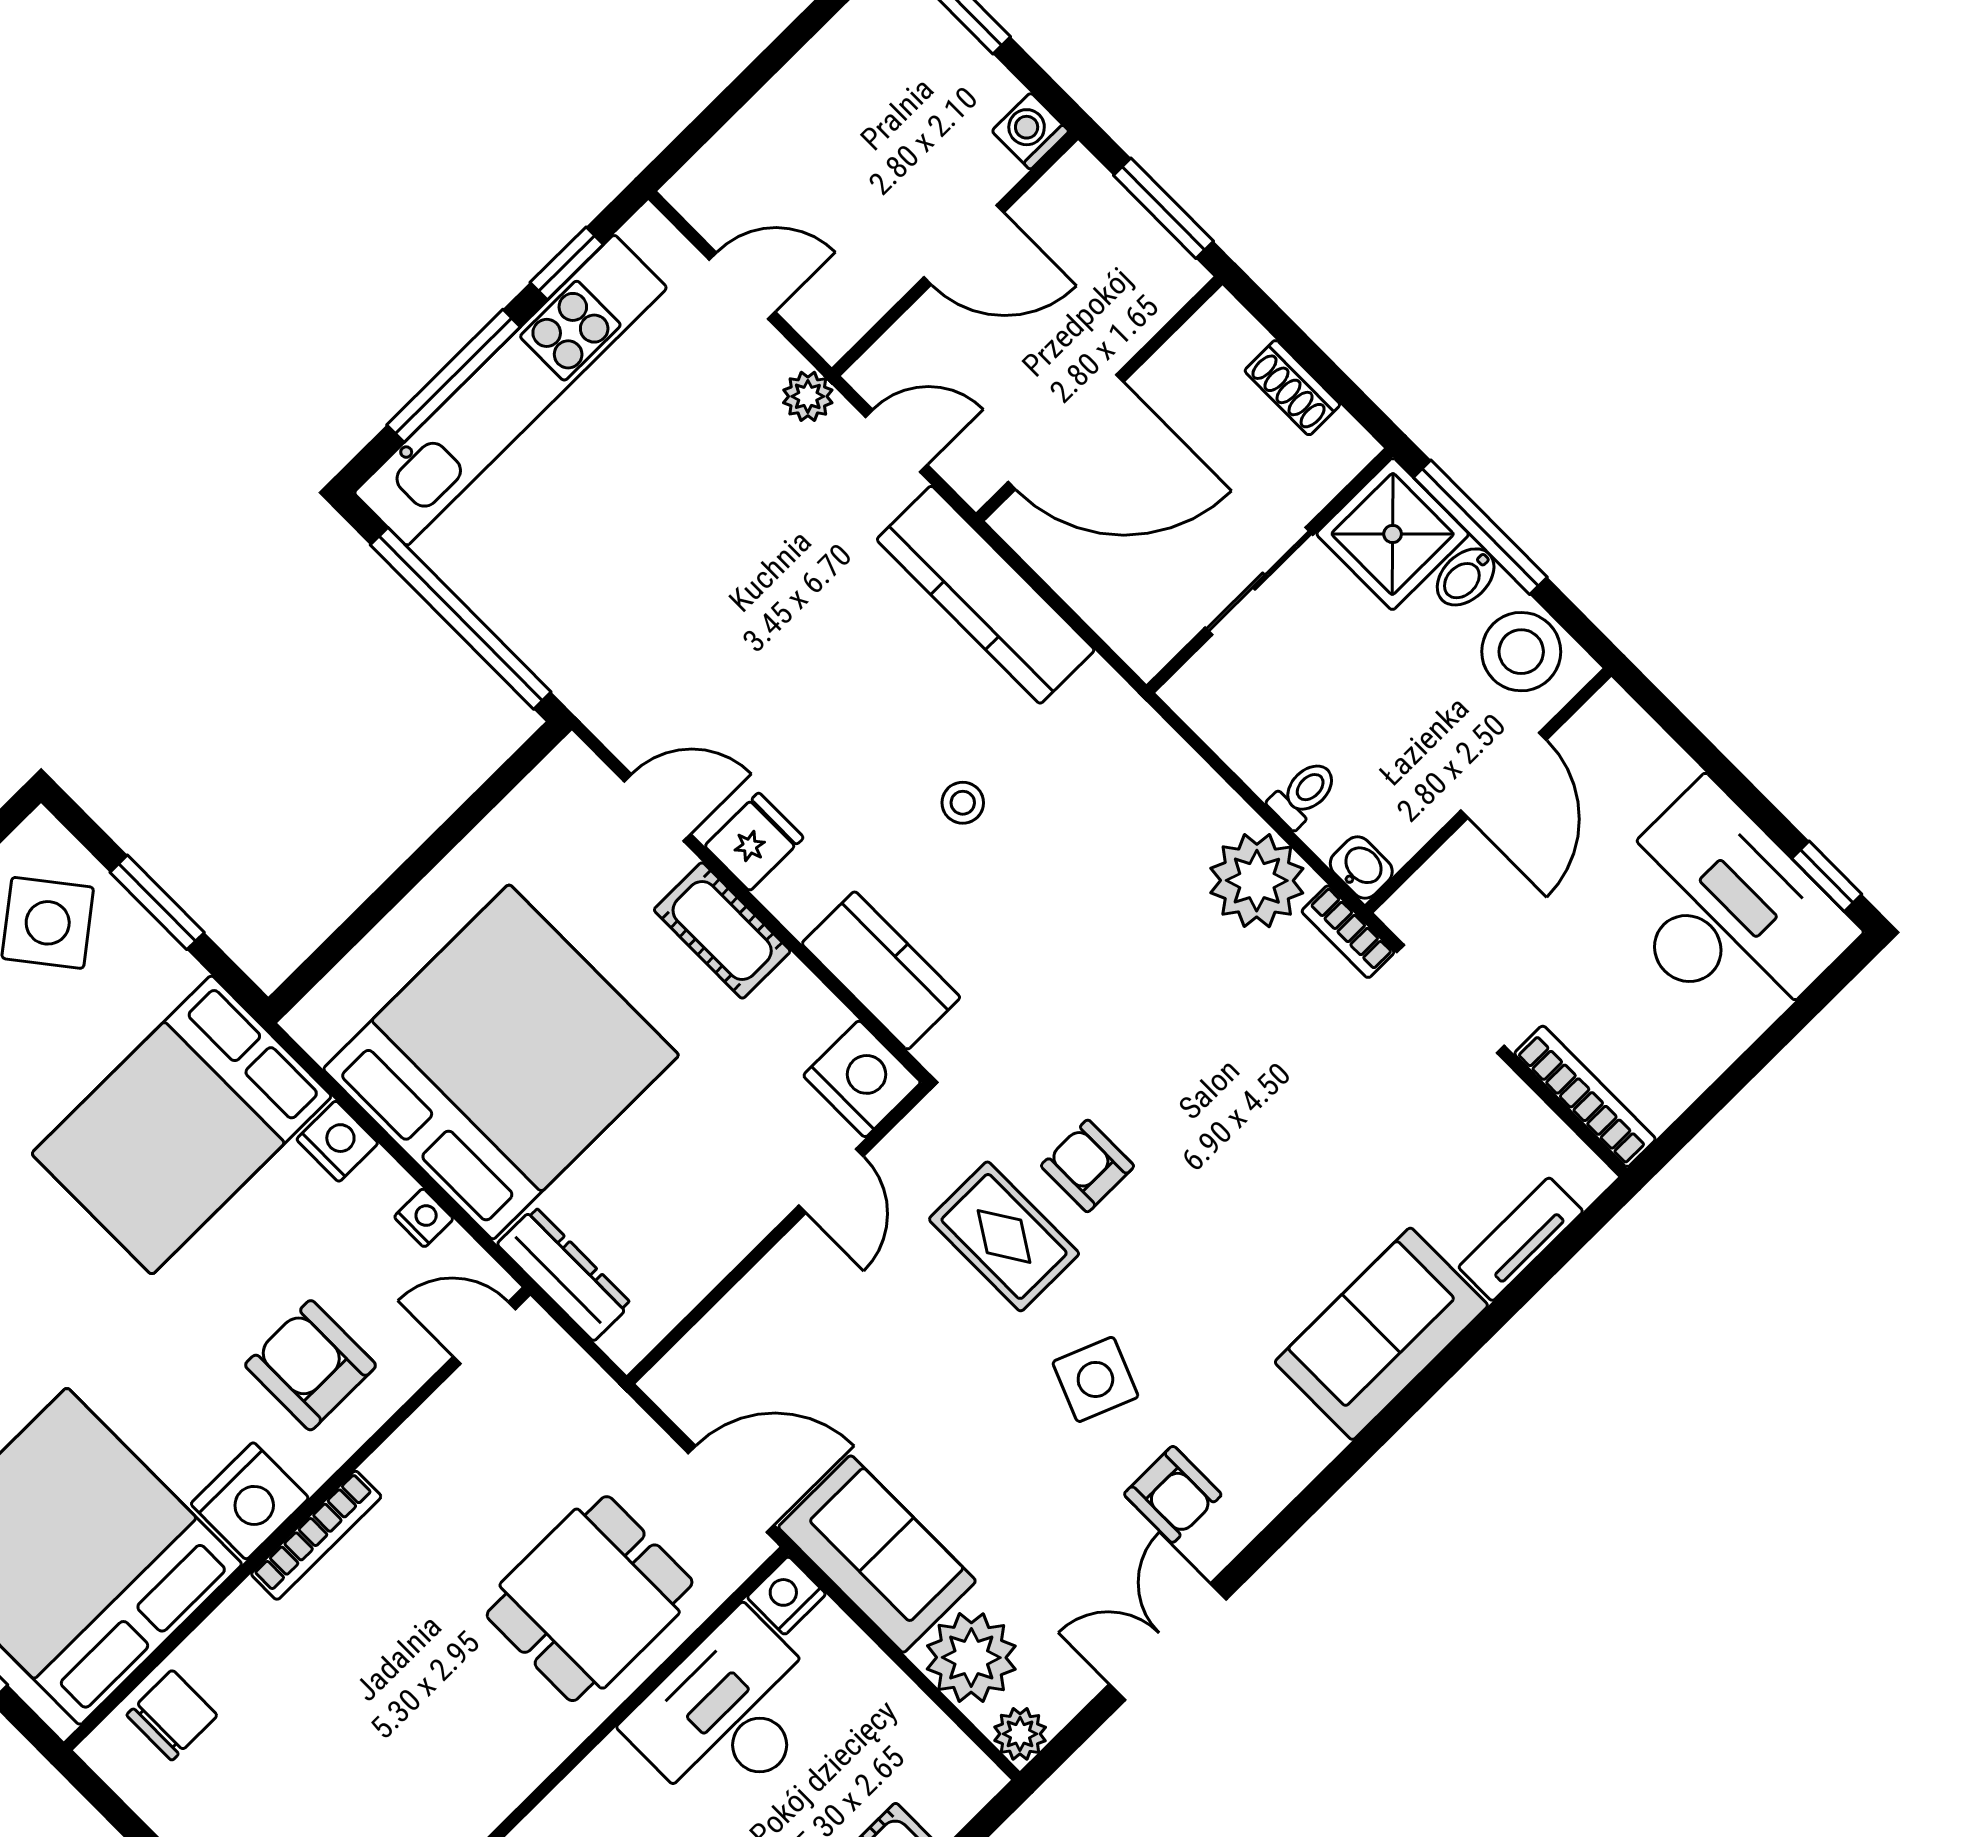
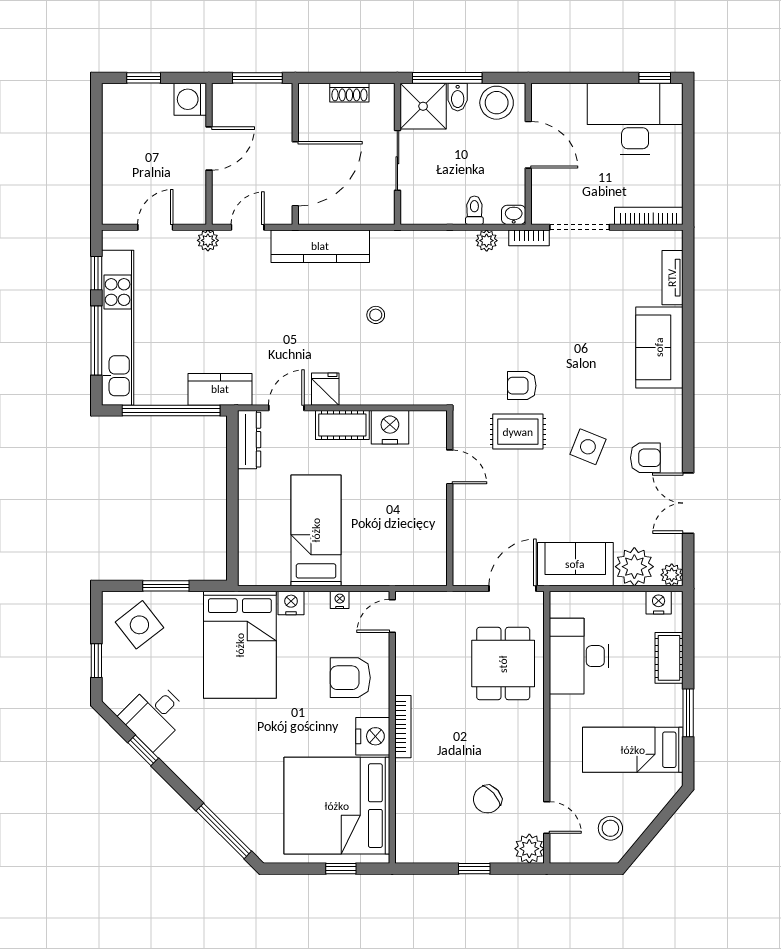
washing machine: (1030, 131) -> (190, 99), width x1.38, depth x1.38
plant: (1257, 881) -> (487, 241), width x0.53, depth x0.53
kitchen counter: (881, 970) -> (220, 389), moved
bed: (501, 1062) -> (316, 530), width x0.49
nightstand: (862, 1079) -> (390, 427), moved
dresser: (564, 1274) -> (249, 440), moved, turned 90
nightstand: (786, 1596) -> (659, 603), moved, turned 90
chair: (172, 1715) -> (487, 799), moved, turned -132

